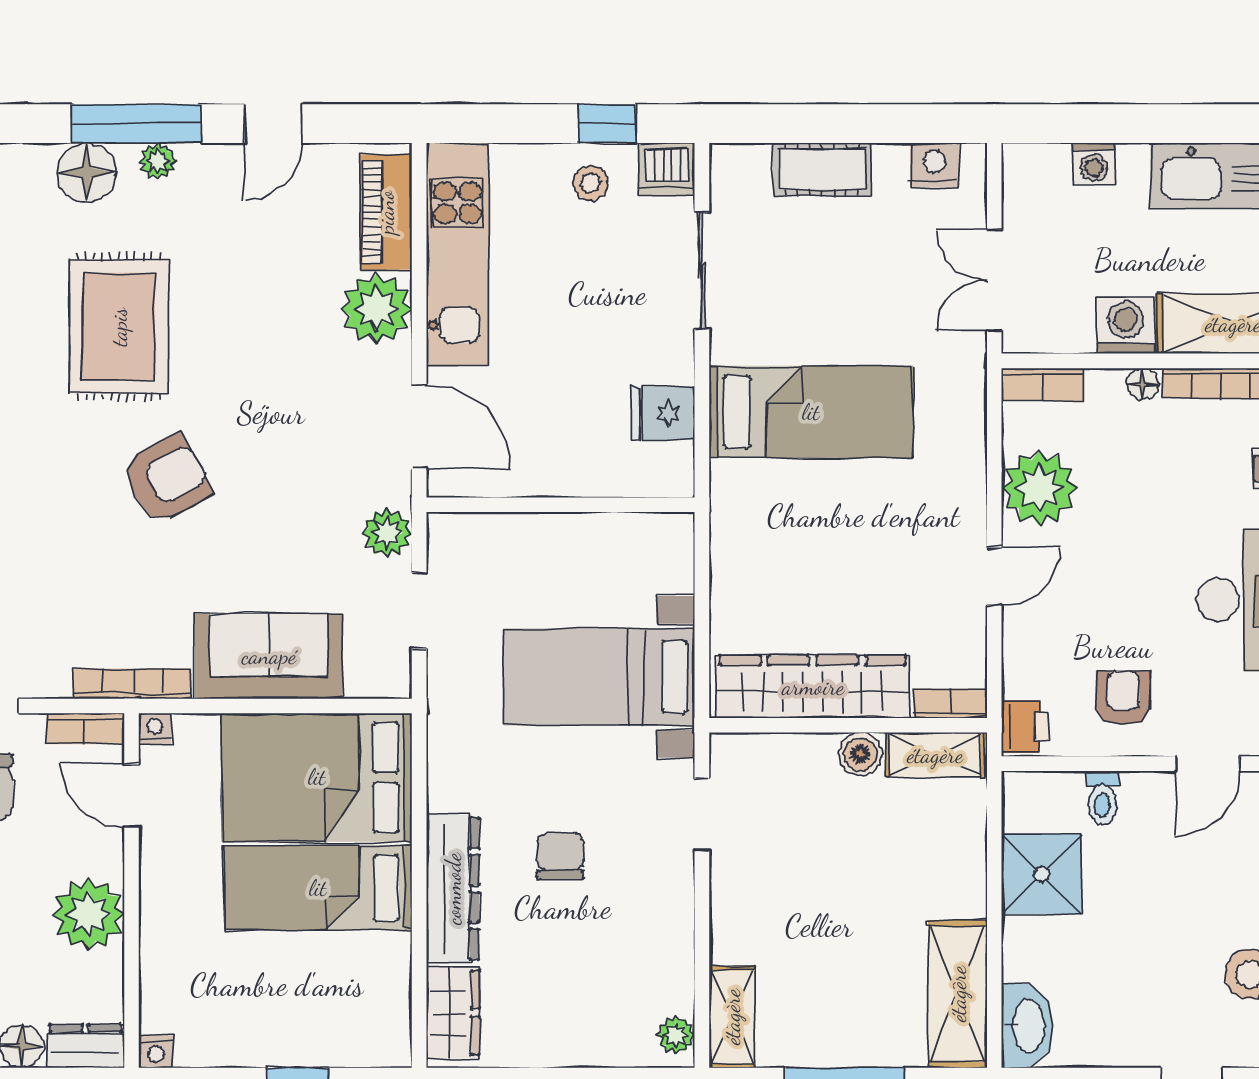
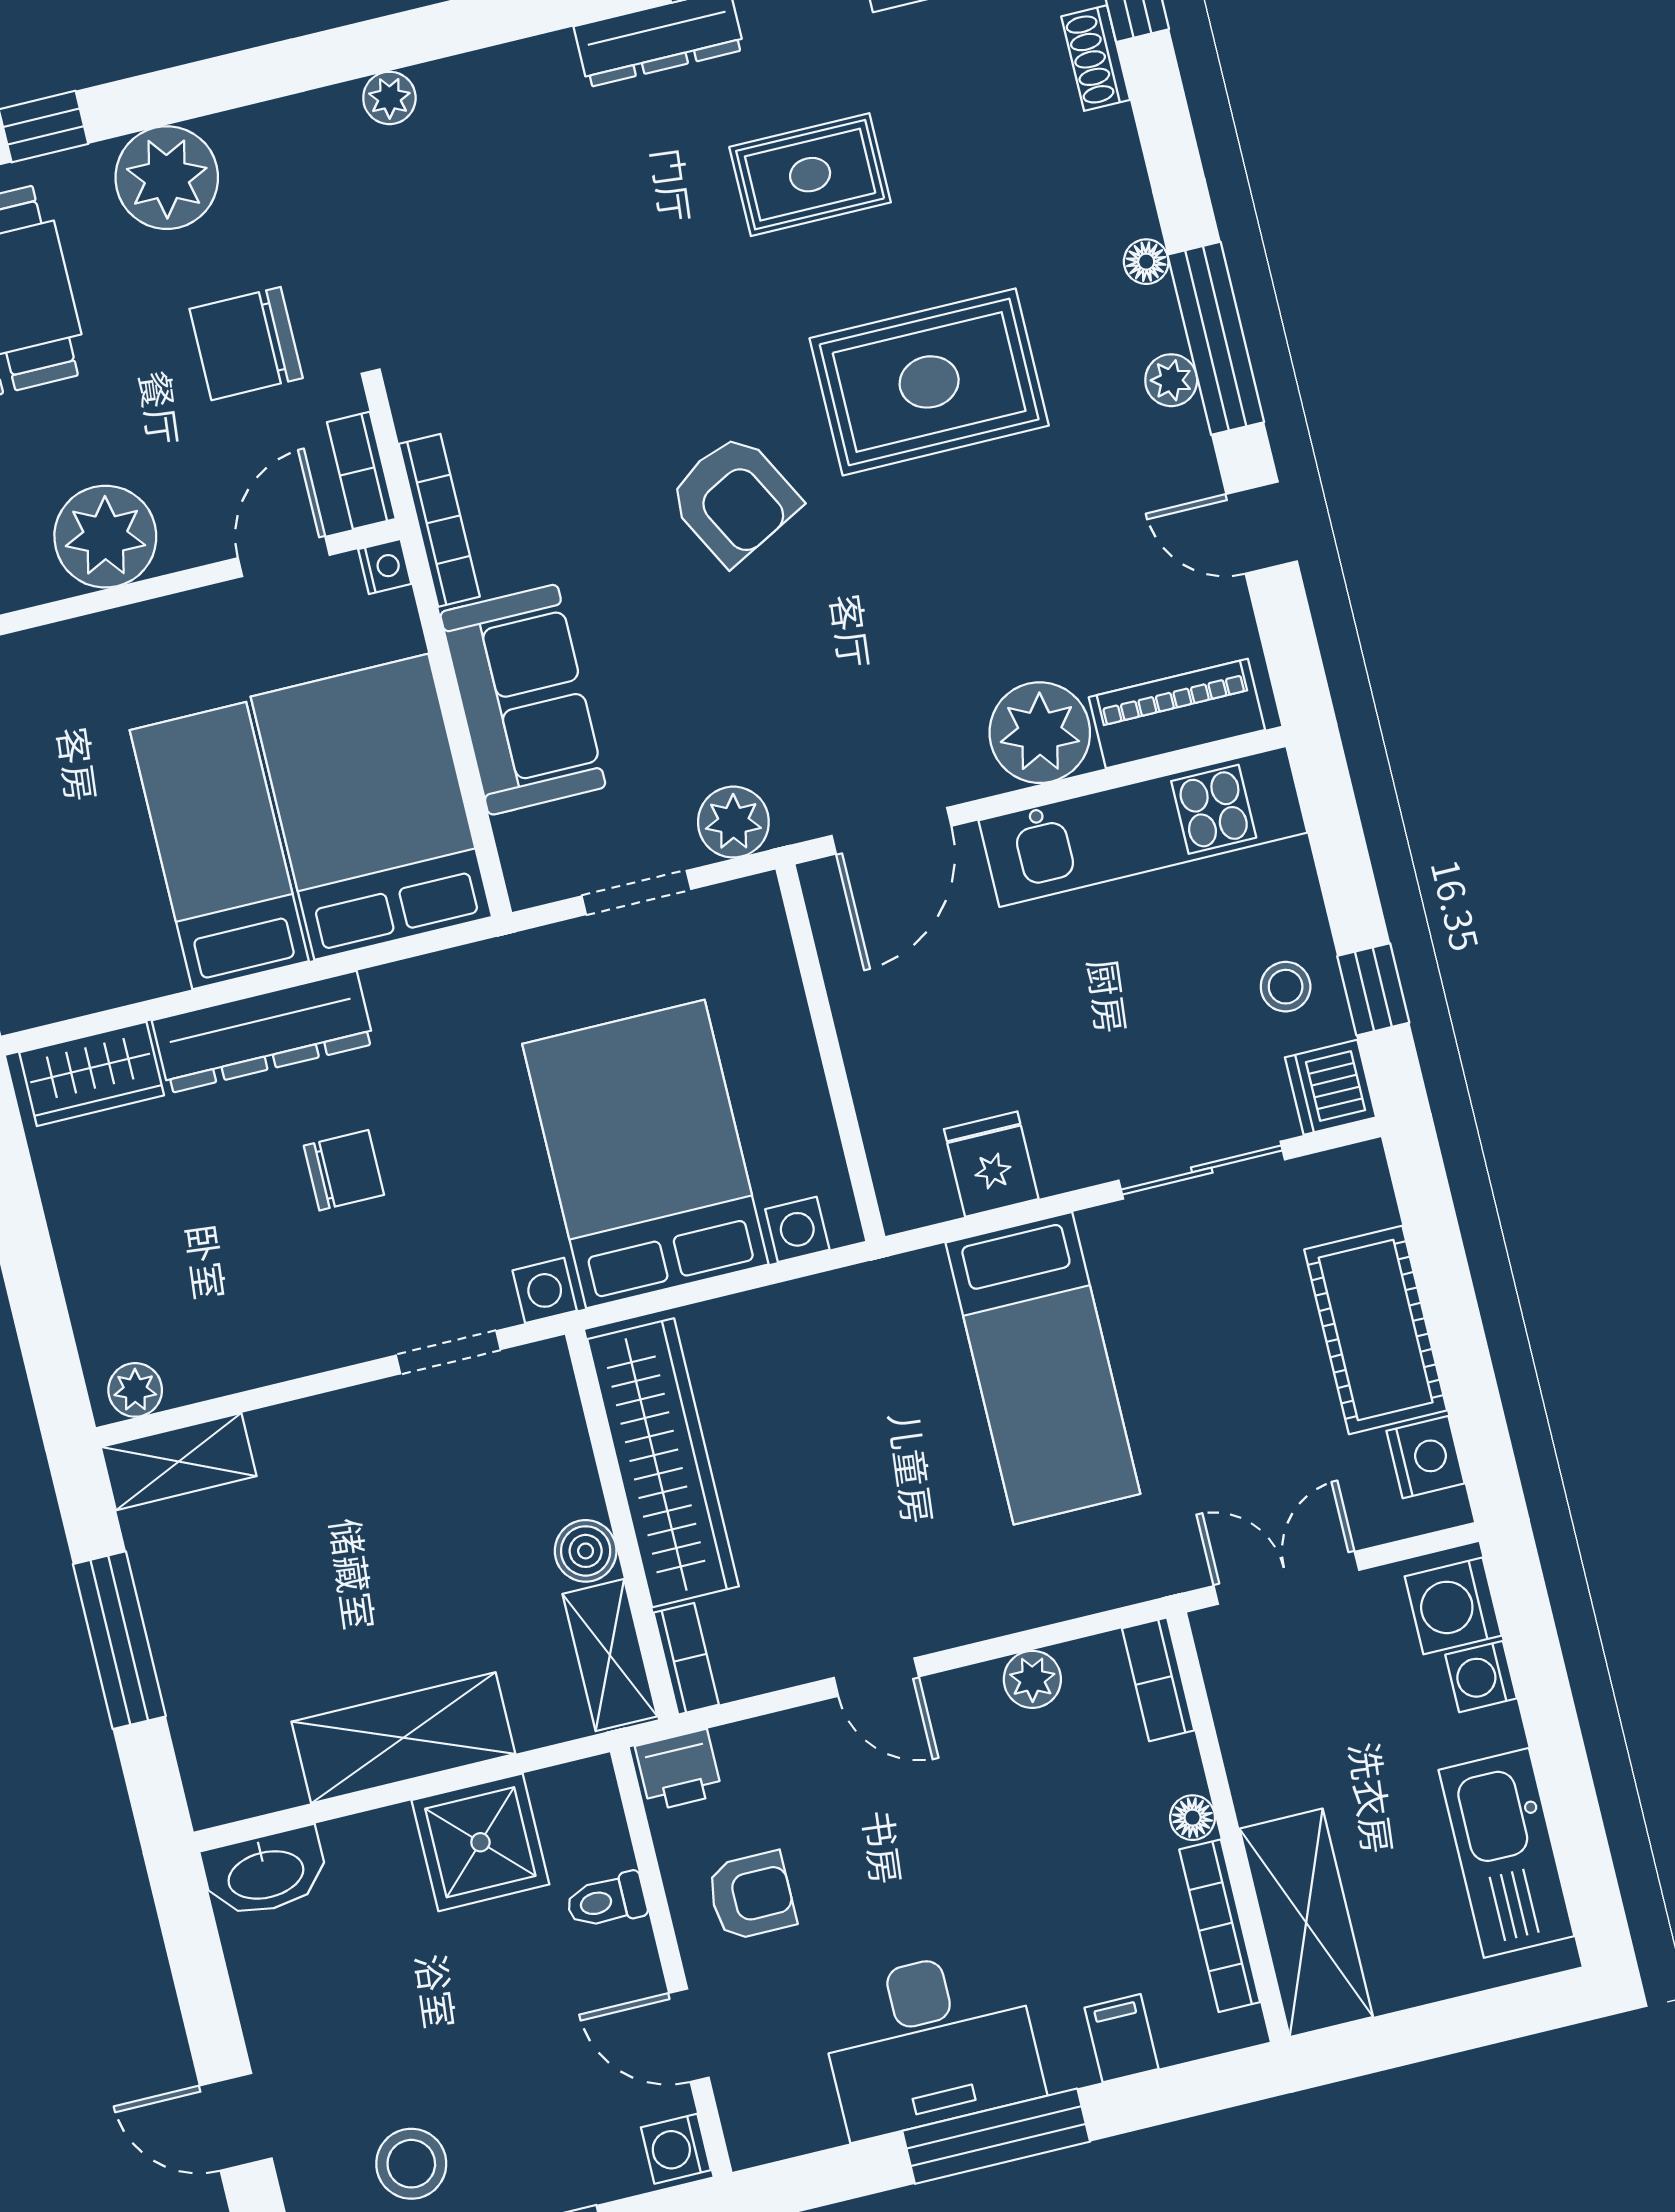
cot: (822, 169) -> (1376, 1330), width x1.37, depth x1.34
floor lamp: (87, 172) -> (1146, 262), width x0.53, depth x0.53
washing machine: (1126, 326) -> (1453, 1606), moved, turned 180
plant: (1039, 488) -> (1032, 1679), width x0.53, depth x0.53
bed with nightstands: (599, 677) -> (645, 1154), width x1.36
shelving: (958, 994) -> (403, 1738), moved

